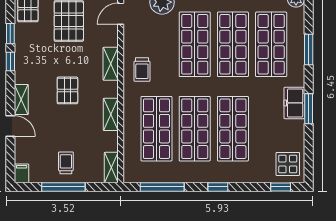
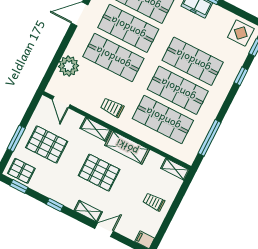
window: (10, 34) -> (19, 186), moved
trolley: (142, 70) -> (112, 108), turned 180
pallet: (67, 90) -> (99, 173), width x1.50, depth x1.42
shelving: (111, 114) -> (127, 147), width x1.50, depth x1.33
window: (63, 187) -> (171, 213), removed
window: (218, 187) -> (241, 76), moved

